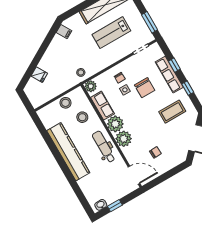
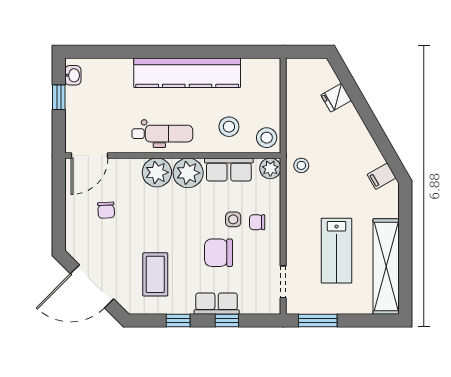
lab bench: (111, 33) -> (337, 251), turned 180
row of seats: (169, 75) -> (217, 304), width x0.68
stool: (65, 103) -> (267, 138), moved

